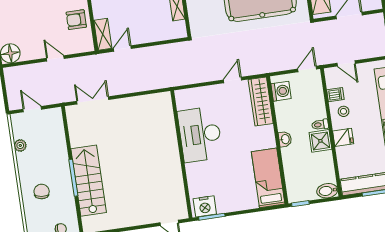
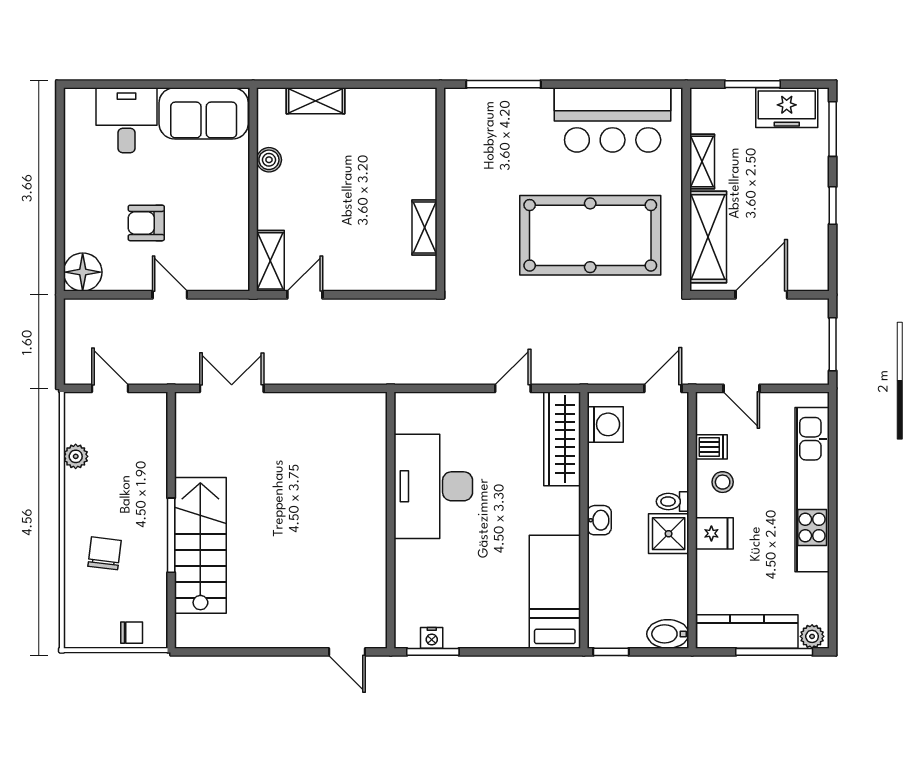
armchair: (76, 20) -> (146, 223), moved
nightstand: (205, 206) -> (432, 638), width x0.53, depth x0.56

